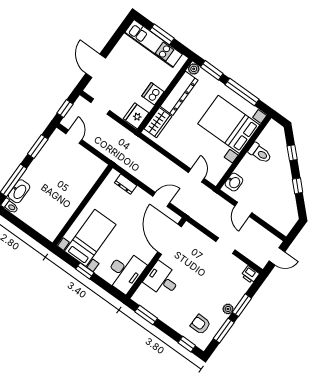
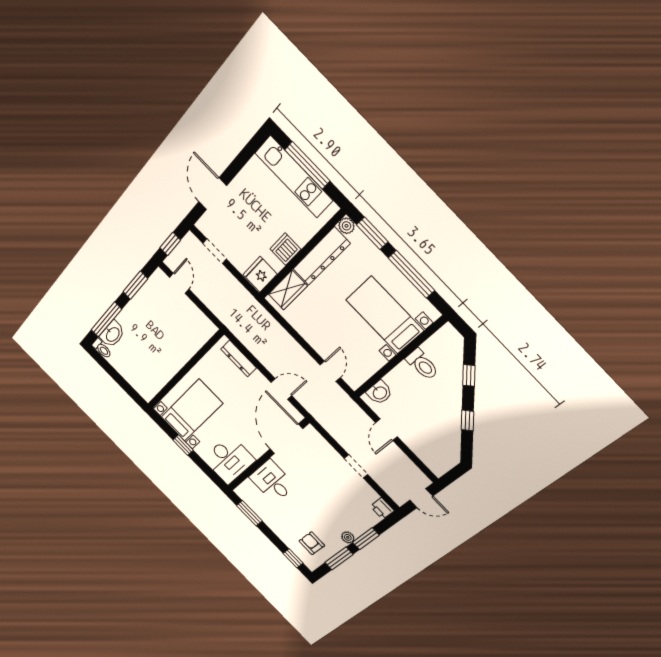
window: (162, 34) -> (307, 165), width x1.44
bed with nightstands: (229, 124) -> (385, 315), width x0.73
dresser: (126, 184) -> (239, 358), width x1.44

